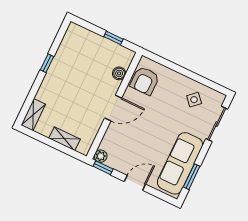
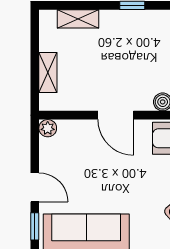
shelving: (33, 115) -> (78, 19), moved
window: (103, 168) -> (35, 226), moved

